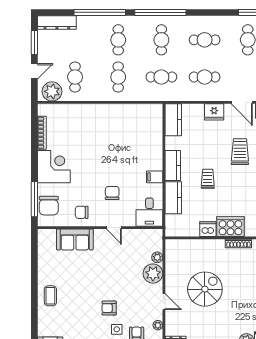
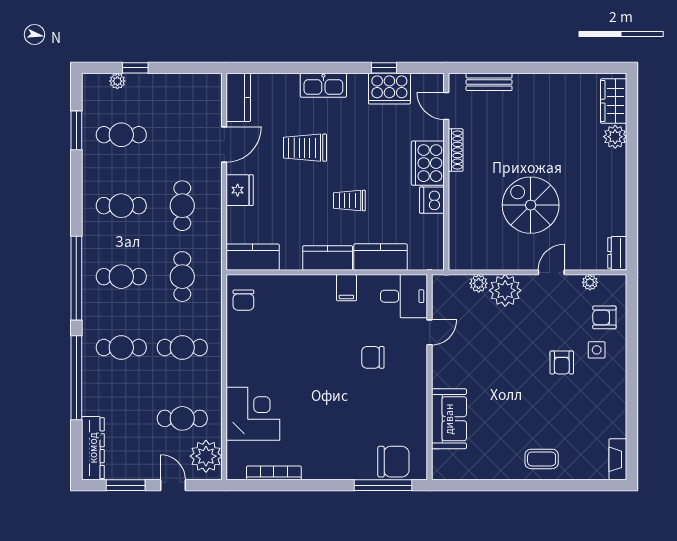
cafe table: (205, 40) -> (121, 206), turned 90
corner desk: (54, 167) -> (253, 414), moved, turned 90
chair: (82, 212) -> (243, 300), moved
door: (114, 228) -> (430, 332), moved

